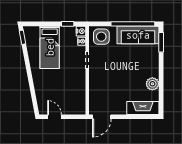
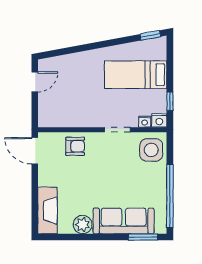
sofa: (138, 35) -> (124, 221), moved, turned 90
armchair: (99, 89) -> (75, 146), added

